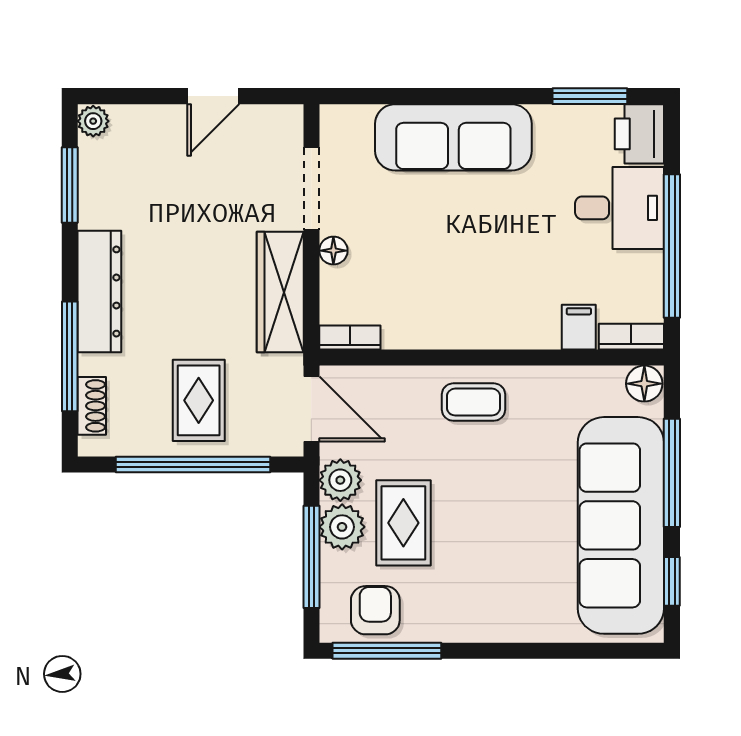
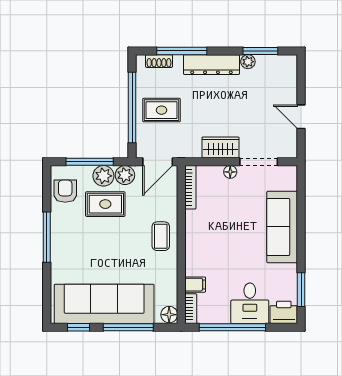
plant: (93, 121) -> (248, 62), moved
wardrobe: (280, 292) -> (220, 147), width x0.67
bookcase: (350, 337) -> (190, 187), width x1.56
armchair: (375, 610) -> (65, 191), turned -90
window: (387, 651) -> (47, 237), moved

